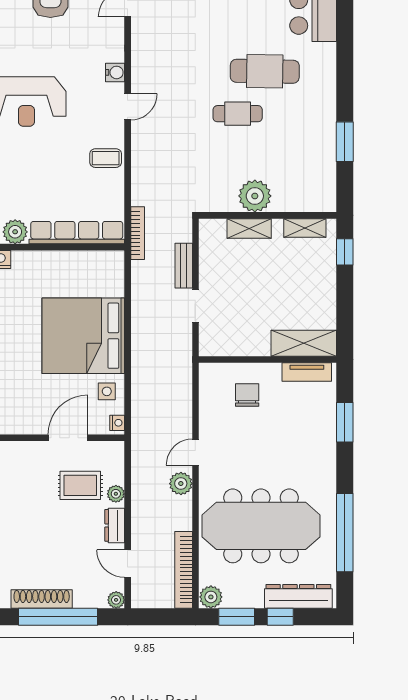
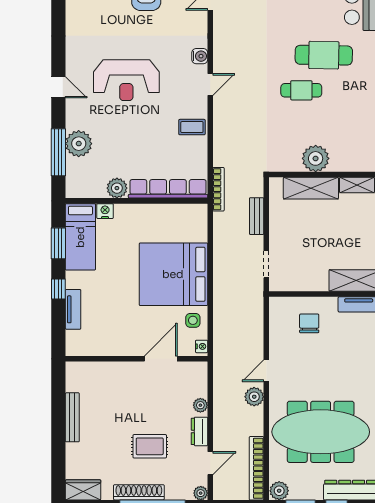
shelving: (249, 228) -> (311, 188), width x1.50, depth x1.33
doorway: (195, 306) -> (266, 264), moved
rug: (80, 485) -> (150, 446), moved
door: (128, 564) -> (210, 463), swing flipped

